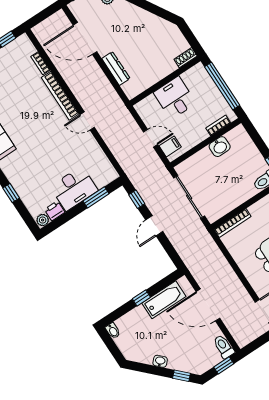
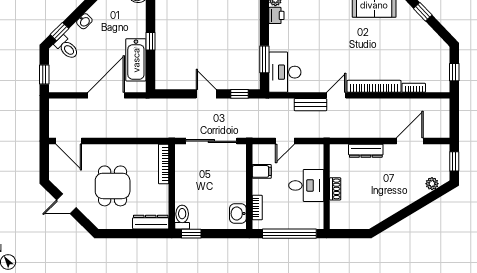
door: (85, 38) -> (410, 141), width x0.73
shoe rack: (186, 58) -> (335, 189), moved
bench: (108, 137) -> (310, 105), added
filing cabinet: (170, 146) -> (262, 171), moved, turned -90
washbasin: (220, 147) -> (238, 214), moved
desk: (74, 189) -> (285, 72), moved
toilet: (224, 347) -> (67, 48), moved, turned 45

